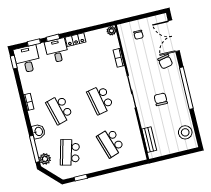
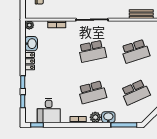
washbasin: (93, 37) -> (31, 44), added
desk: (57, 51) -> (36, 81), removed
desk: (27, 59) -> (49, 111), moved, turned -90
school desk: (70, 152) -> (135, 92), turned -39
plant: (45, 159) -> (95, 117), moved

